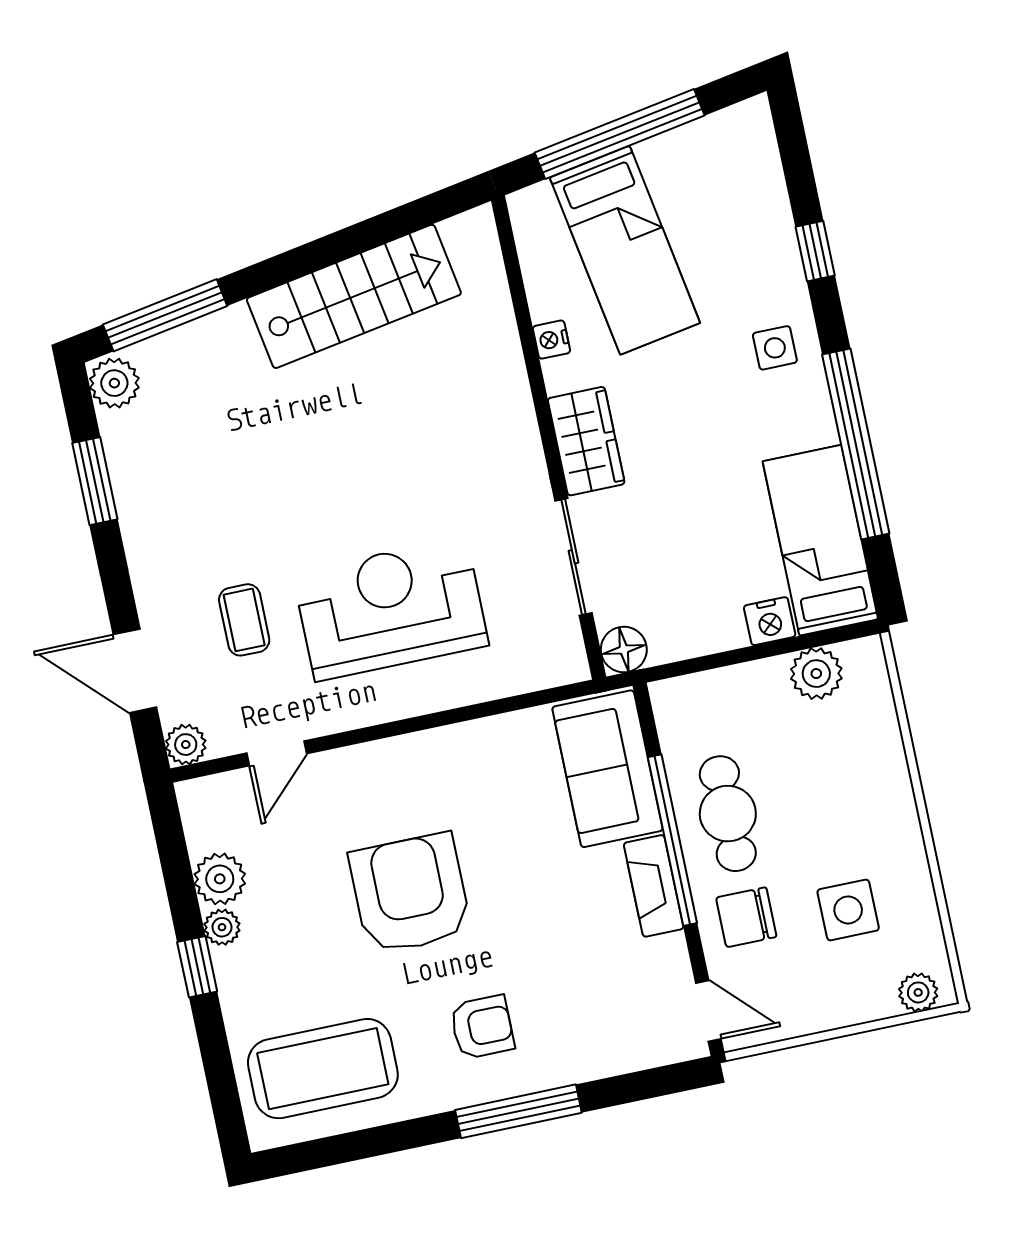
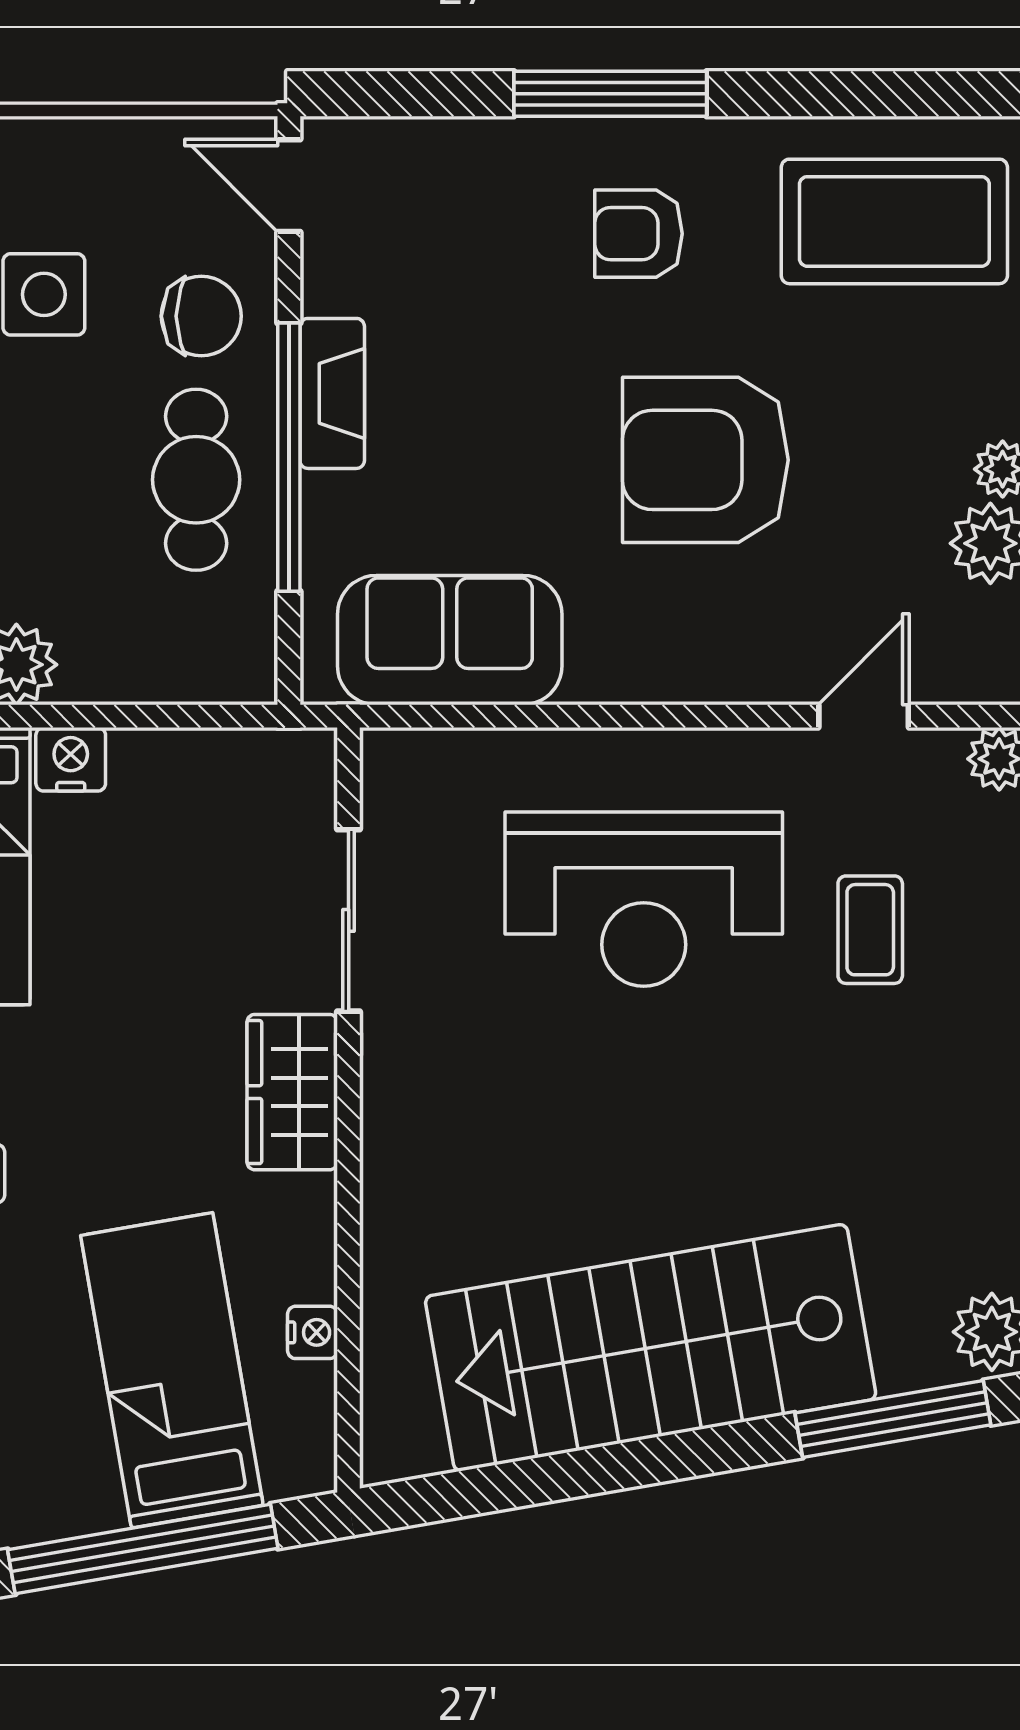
stairs: (354, 296) -> (651, 1348), width x1.36, depth x1.51
nightstand: (551, 340) -> (313, 1332), moved
floor lamp: (624, 650) -> (302, 763), removed
sofa: (607, 769) -> (450, 640), moved, turned -90
armchair: (410, 894) -> (705, 460), turned 90

